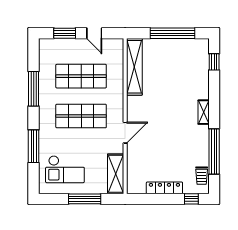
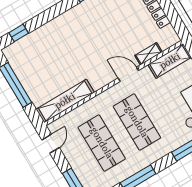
door: (94, 33) -> (51, 144), moved
shelving: (204, 112) -> (148, 54), moved

